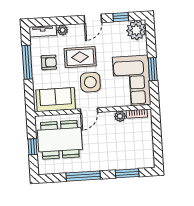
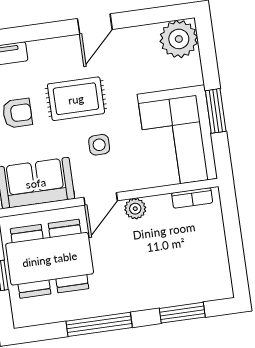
window: (121, 17) -> (147, 17), removed
plant: (63, 30) -> (39, 50), removed
side table: (90, 82) -> (99, 145), width x0.54, depth x0.54
plant: (120, 116) -> (135, 209), moved

